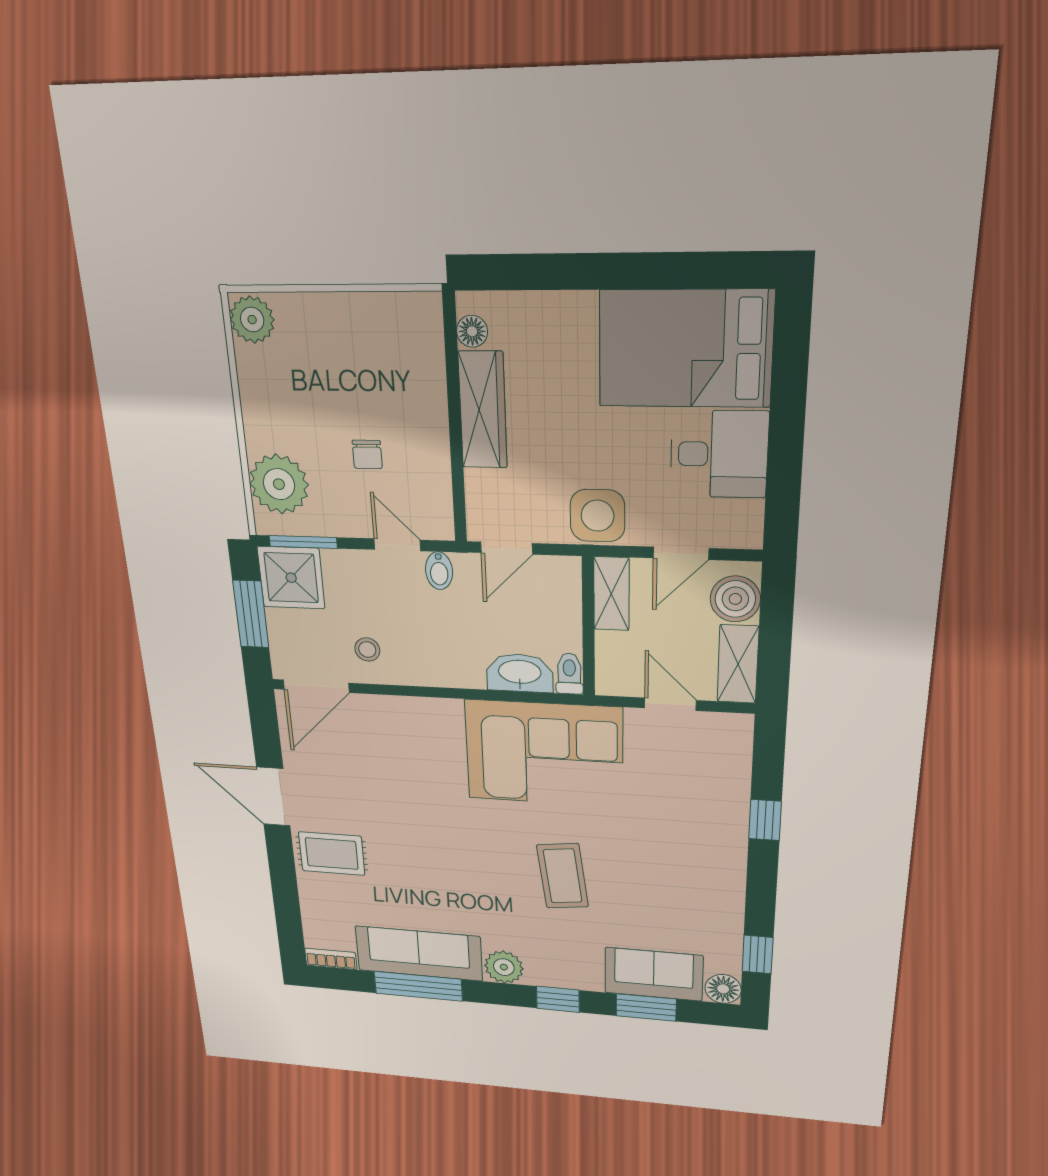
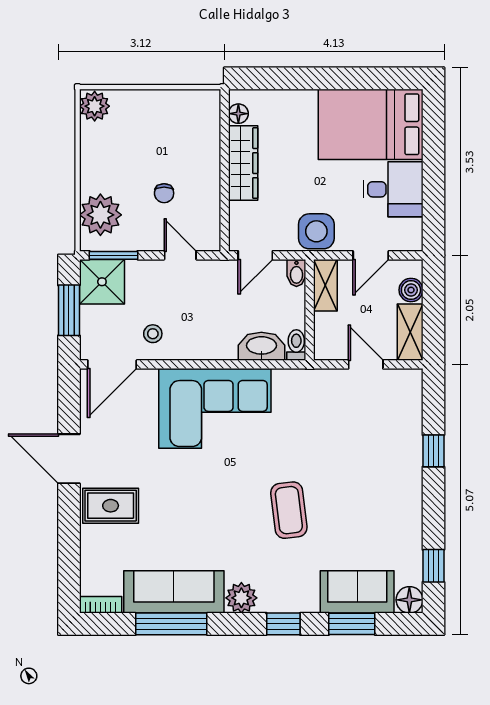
bidet: (439, 571) -> (296, 273), moved
boiler: (735, 599) -> (411, 290), width x0.73, depth x0.73
corner sofa: (544, 754) -> (215, 408), moved

